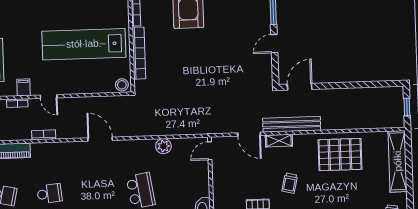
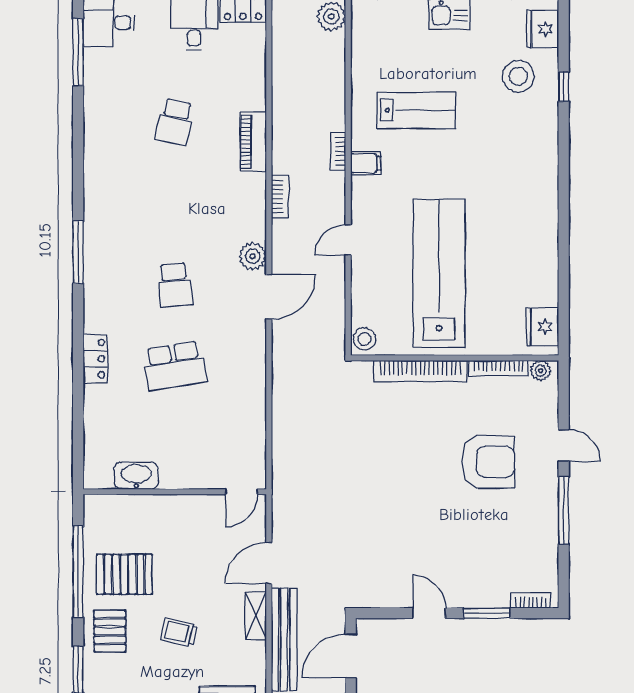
door: (300, 87) -> (351, 656), swing flipped
door: (49, 96) -> (348, 240), moved
plant: (163, 146) -> (253, 256), moved
door: (210, 151) -> (242, 492), swing flipped
school desk: (49, 194) -> (175, 285), moved

